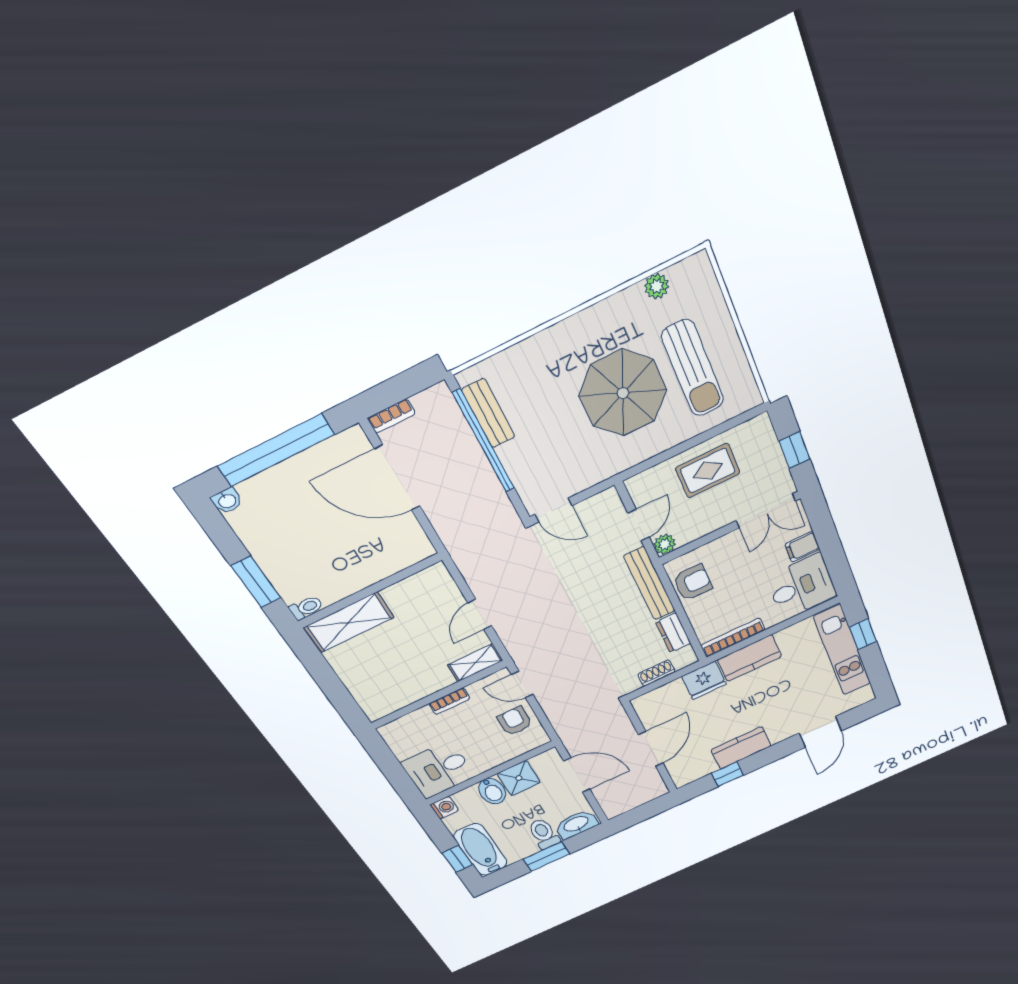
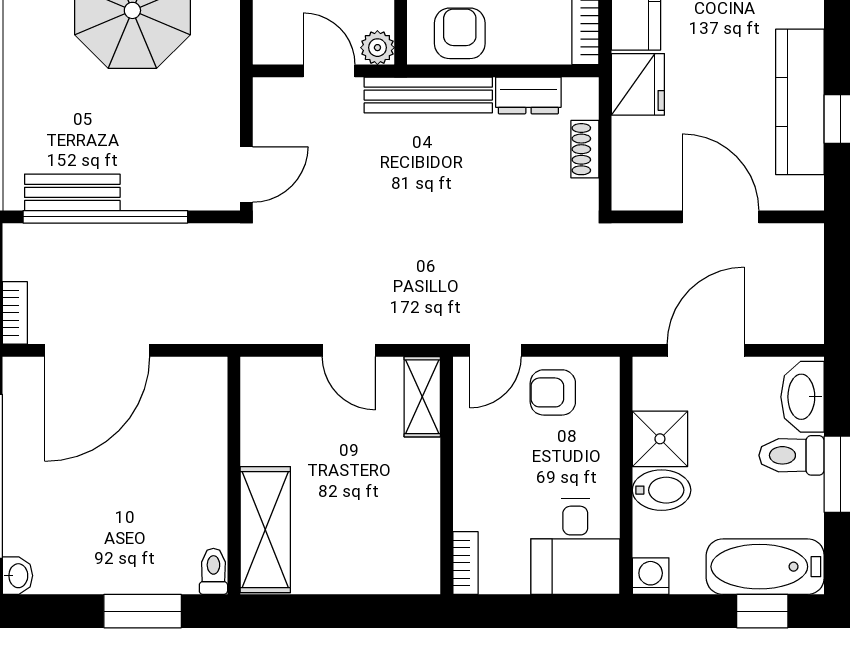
bookcase: (449, 701) -> (465, 563), moved
kitchen counter: (741, 748) -> (800, 102), width x1.50

